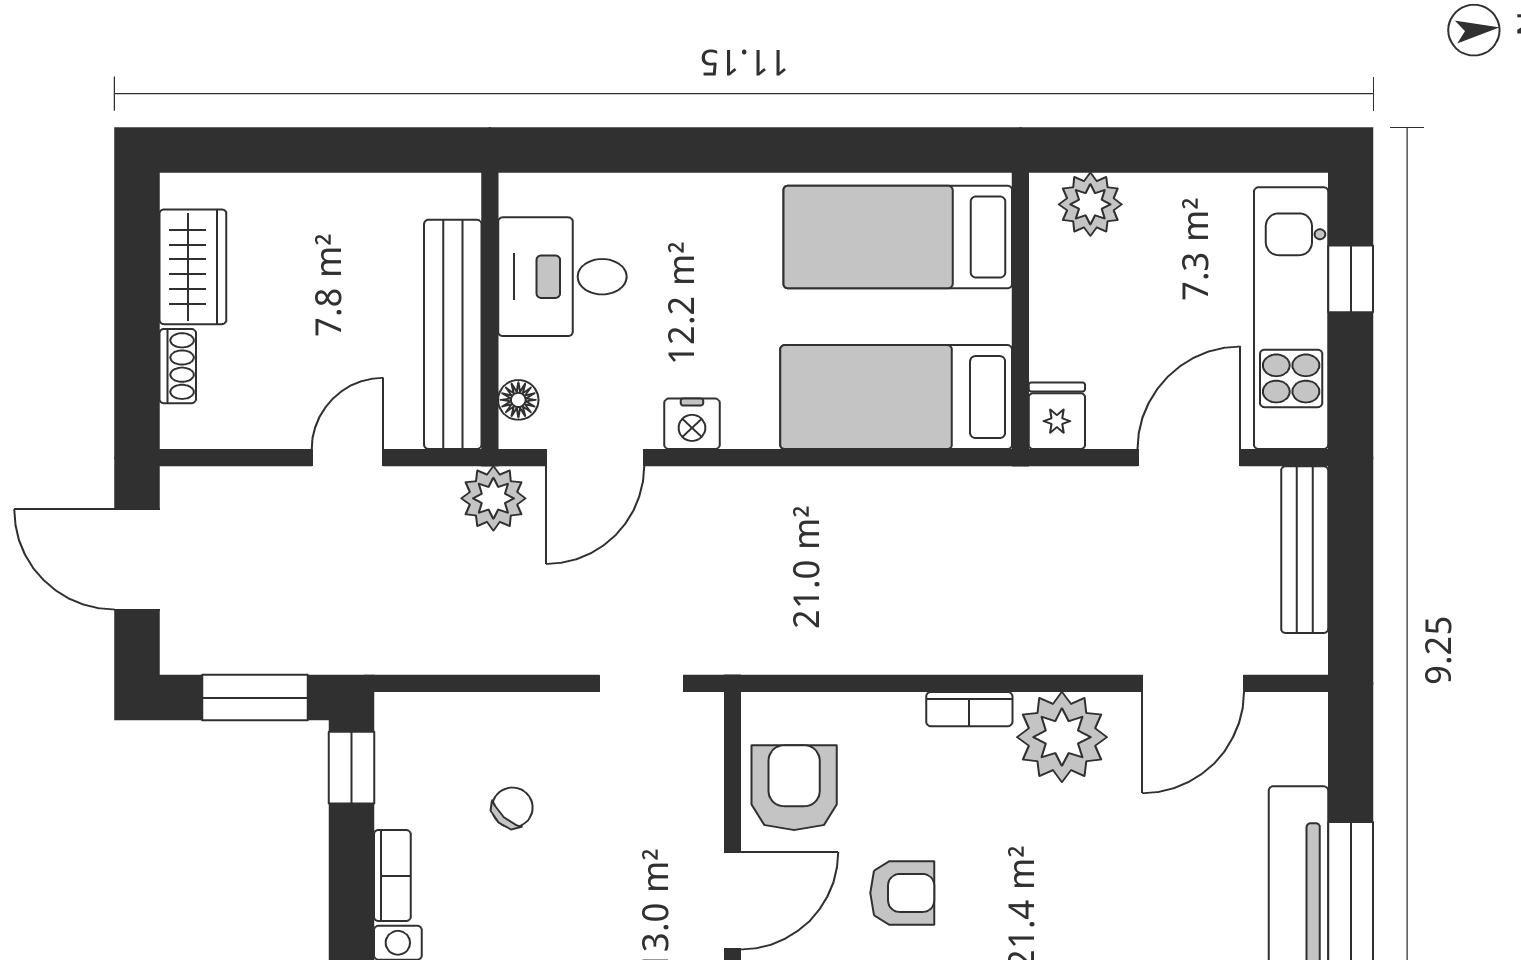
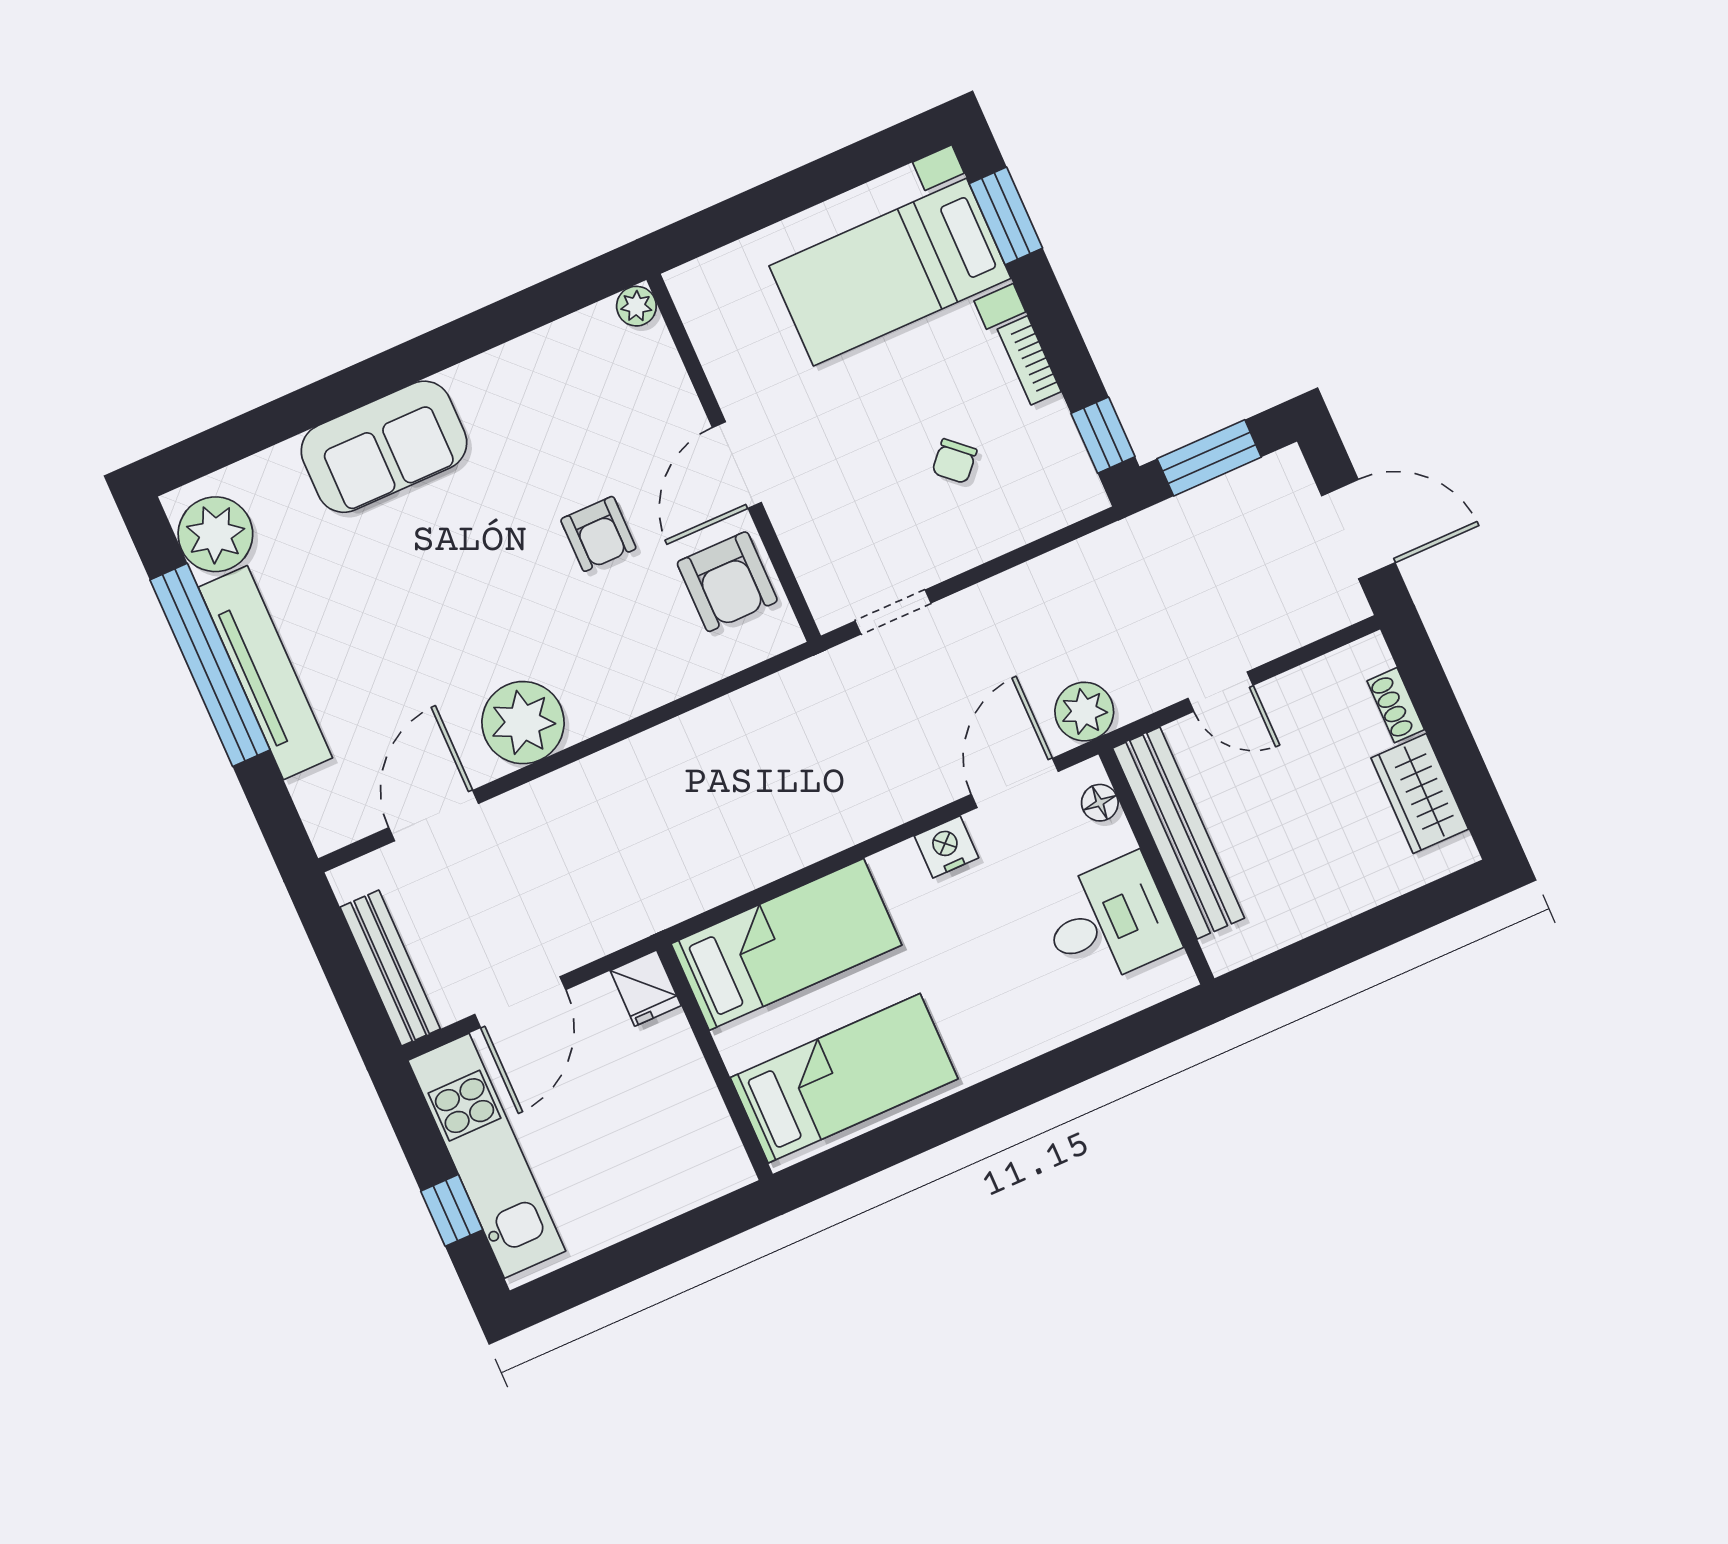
plant: (1090, 204) -> (696, 1176), removed
door: (348, 458) -> (1221, 692), hinge flipped
bookcase: (969, 709) -> (610, 712), removed
armchair: (902, 893) -> (598, 534), turned -90

